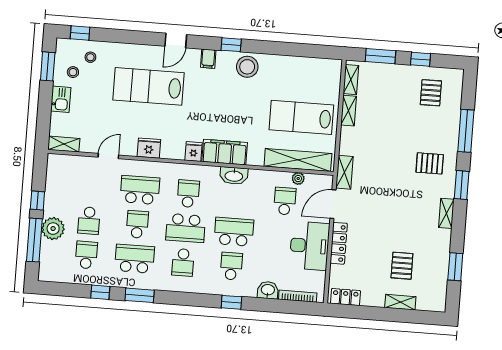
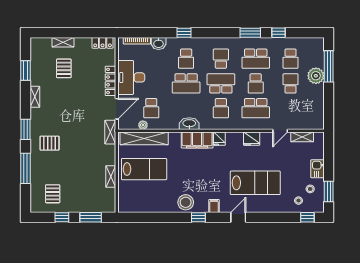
shelving: (351, 80) -> (111, 199), removed
shelving: (64, 144) -> (302, 137), moved
window: (37, 201) -> (329, 95), removed
shelving: (446, 213) -> (35, 97), moved

